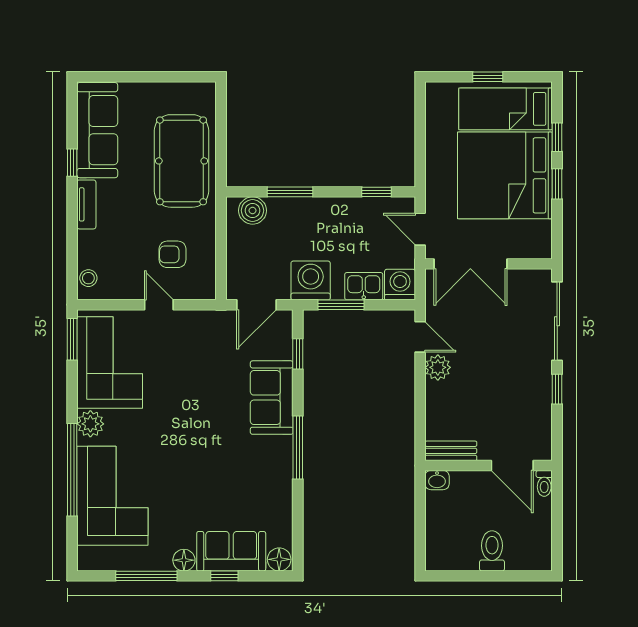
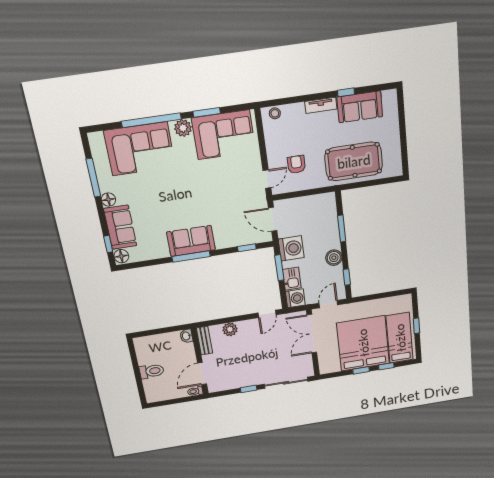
sofa: (97, 130) -> (360, 107), width x0.73
boiler: (253, 211) -> (334, 258), moved
door: (159, 305) -> (267, 179), moved
window: (72, 339) -> (207, 112), moved
plant: (438, 367) -> (230, 329), moved
sofa: (272, 398) -> (191, 241), moved
window: (224, 576) -> (108, 244), moved

